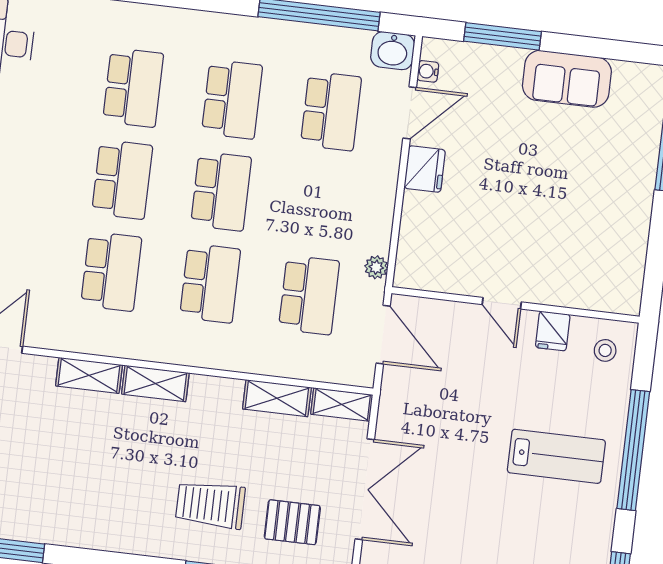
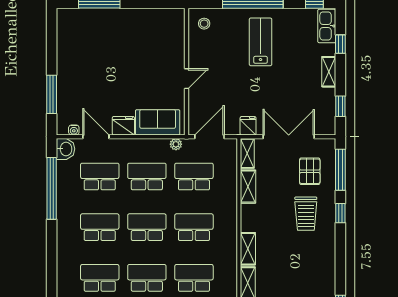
sofa: (567, 79) -> (158, 122), moved, turned -90
school desk: (320, 203) -> (147, 177), added
fridge: (553, 331) -> (248, 126), moved, turned -90

